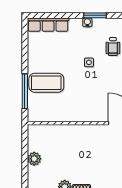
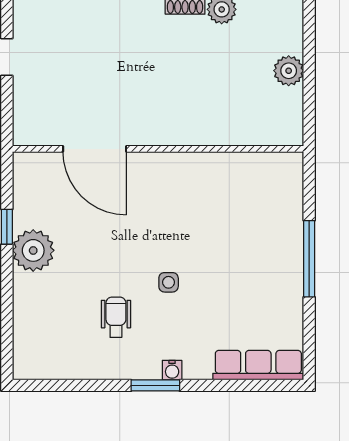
coffee table: (46, 83) -> (262, 238), removed
window: (25, 91) -> (309, 259), moved

